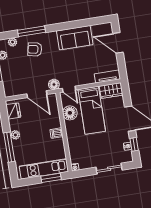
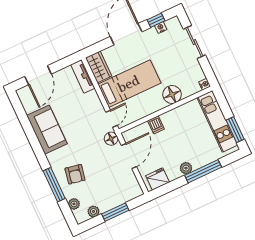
floor lamp: (70, 113) -> (172, 95), moved
dishwasher: (56, 133) -> (156, 125), moved
window: (51, 178) -> (235, 130), moved

